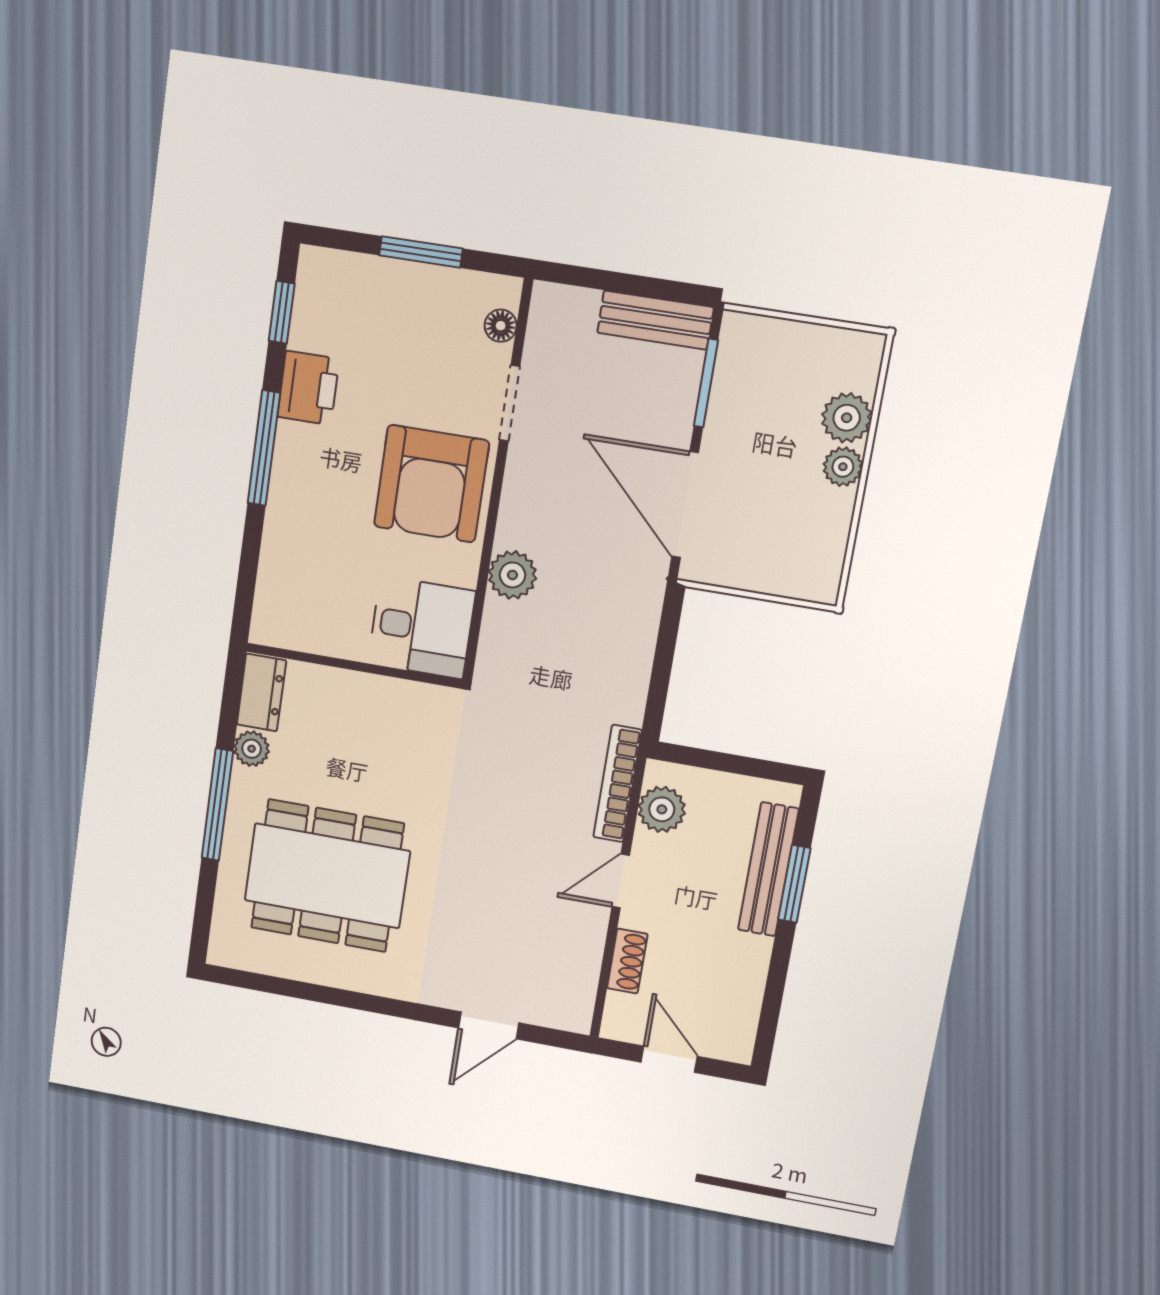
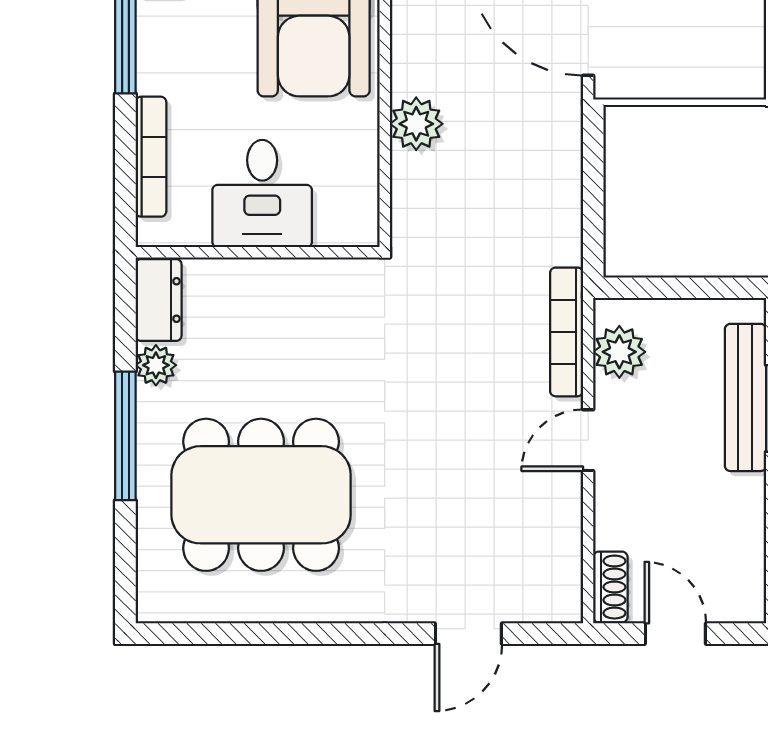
bookcase: (272, 565) -> (151, 157), added
desk: (421, 627) -> (262, 193), moved, turned 90
shoe rack: (627, 961) -> (610, 587), moved

